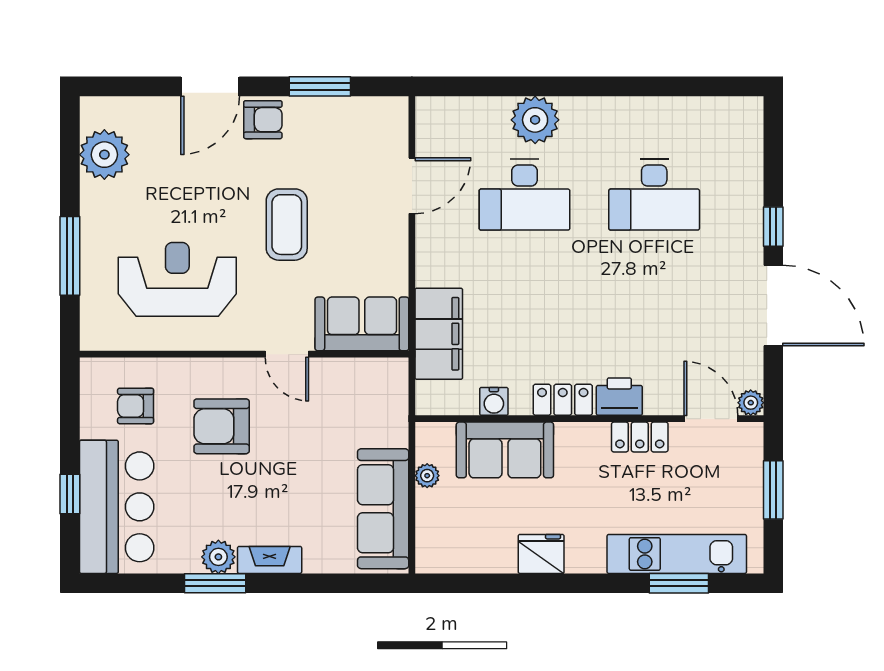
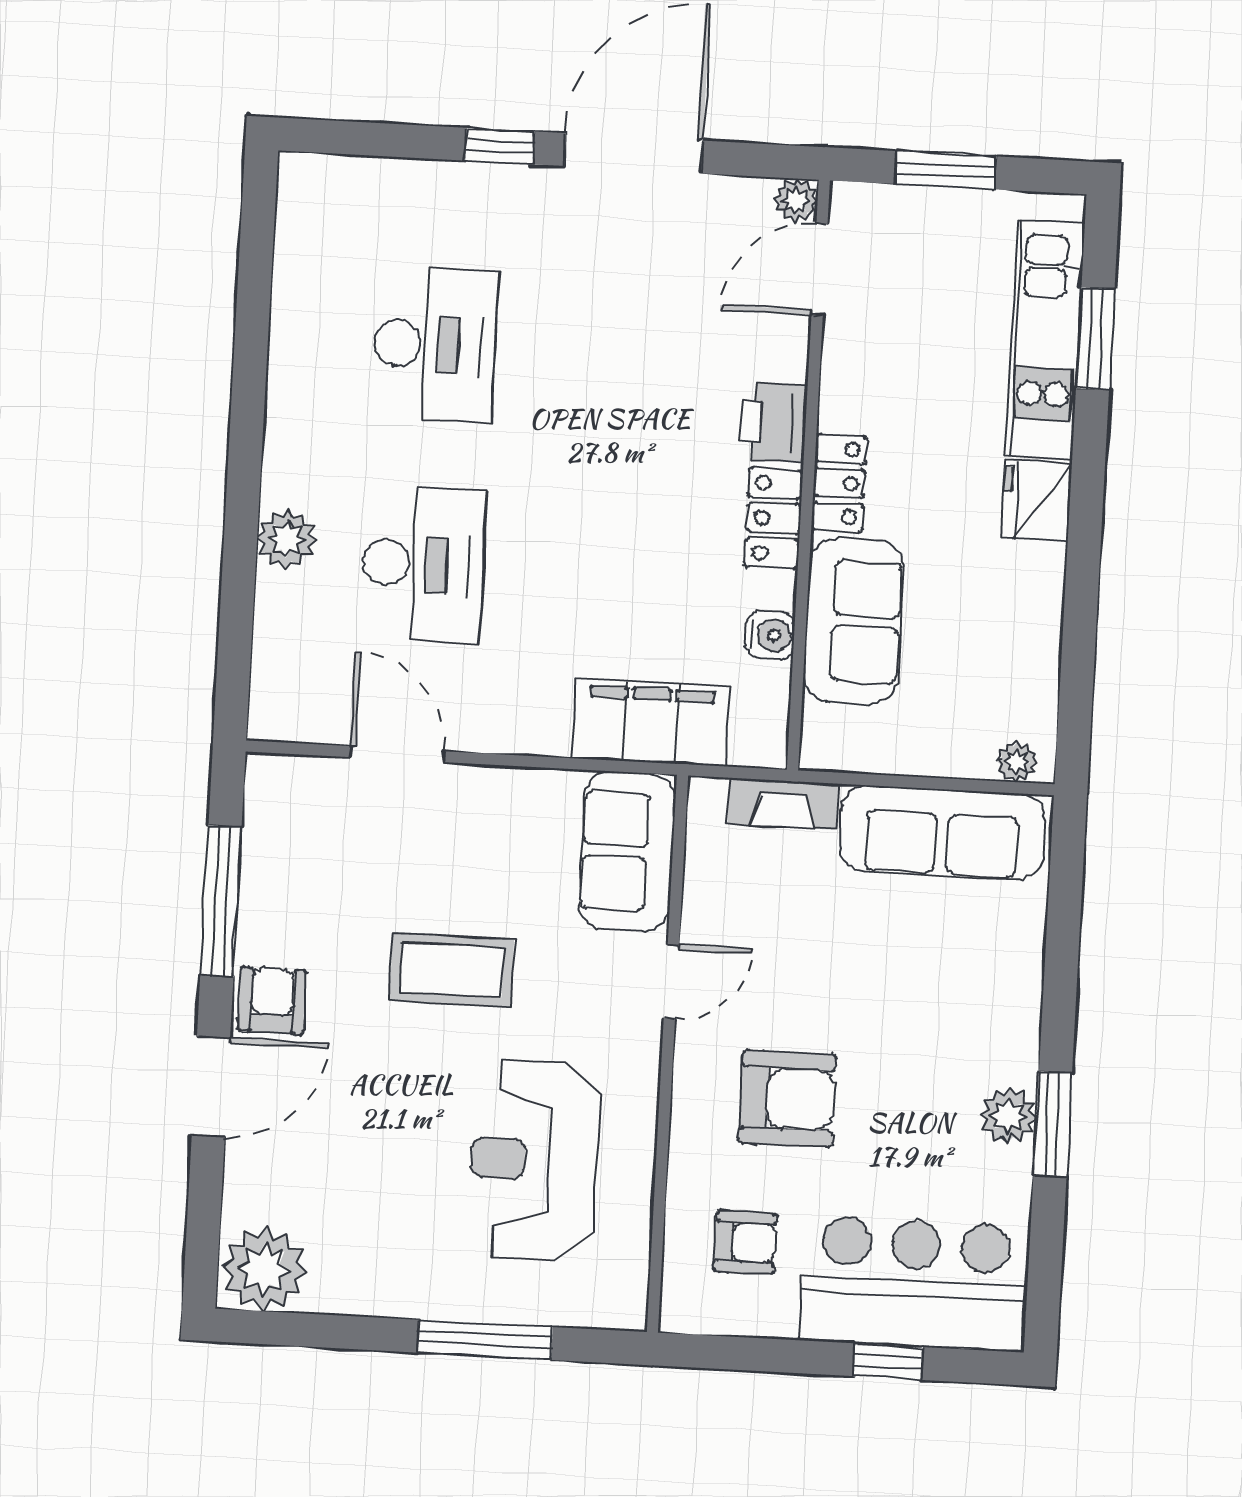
door: (210, 86) -> (211, 1087), hinge flipped
window: (320, 86) -> (221, 901), width x1.44
plant: (535, 120) -> (287, 539), width x0.73, depth x0.73
plant: (104, 155) -> (264, 1269), moved
armchair: (136, 406) -> (745, 1242), turned -90
armchair: (222, 426) -> (787, 1099), turned -90
locker: (640, 437) -> (839, 483), moved
plant: (427, 476) -> (1017, 762), moved
fridge: (541, 554) -> (1037, 500), moved
fireplace: (270, 560) -> (783, 804), moved, turned -90

